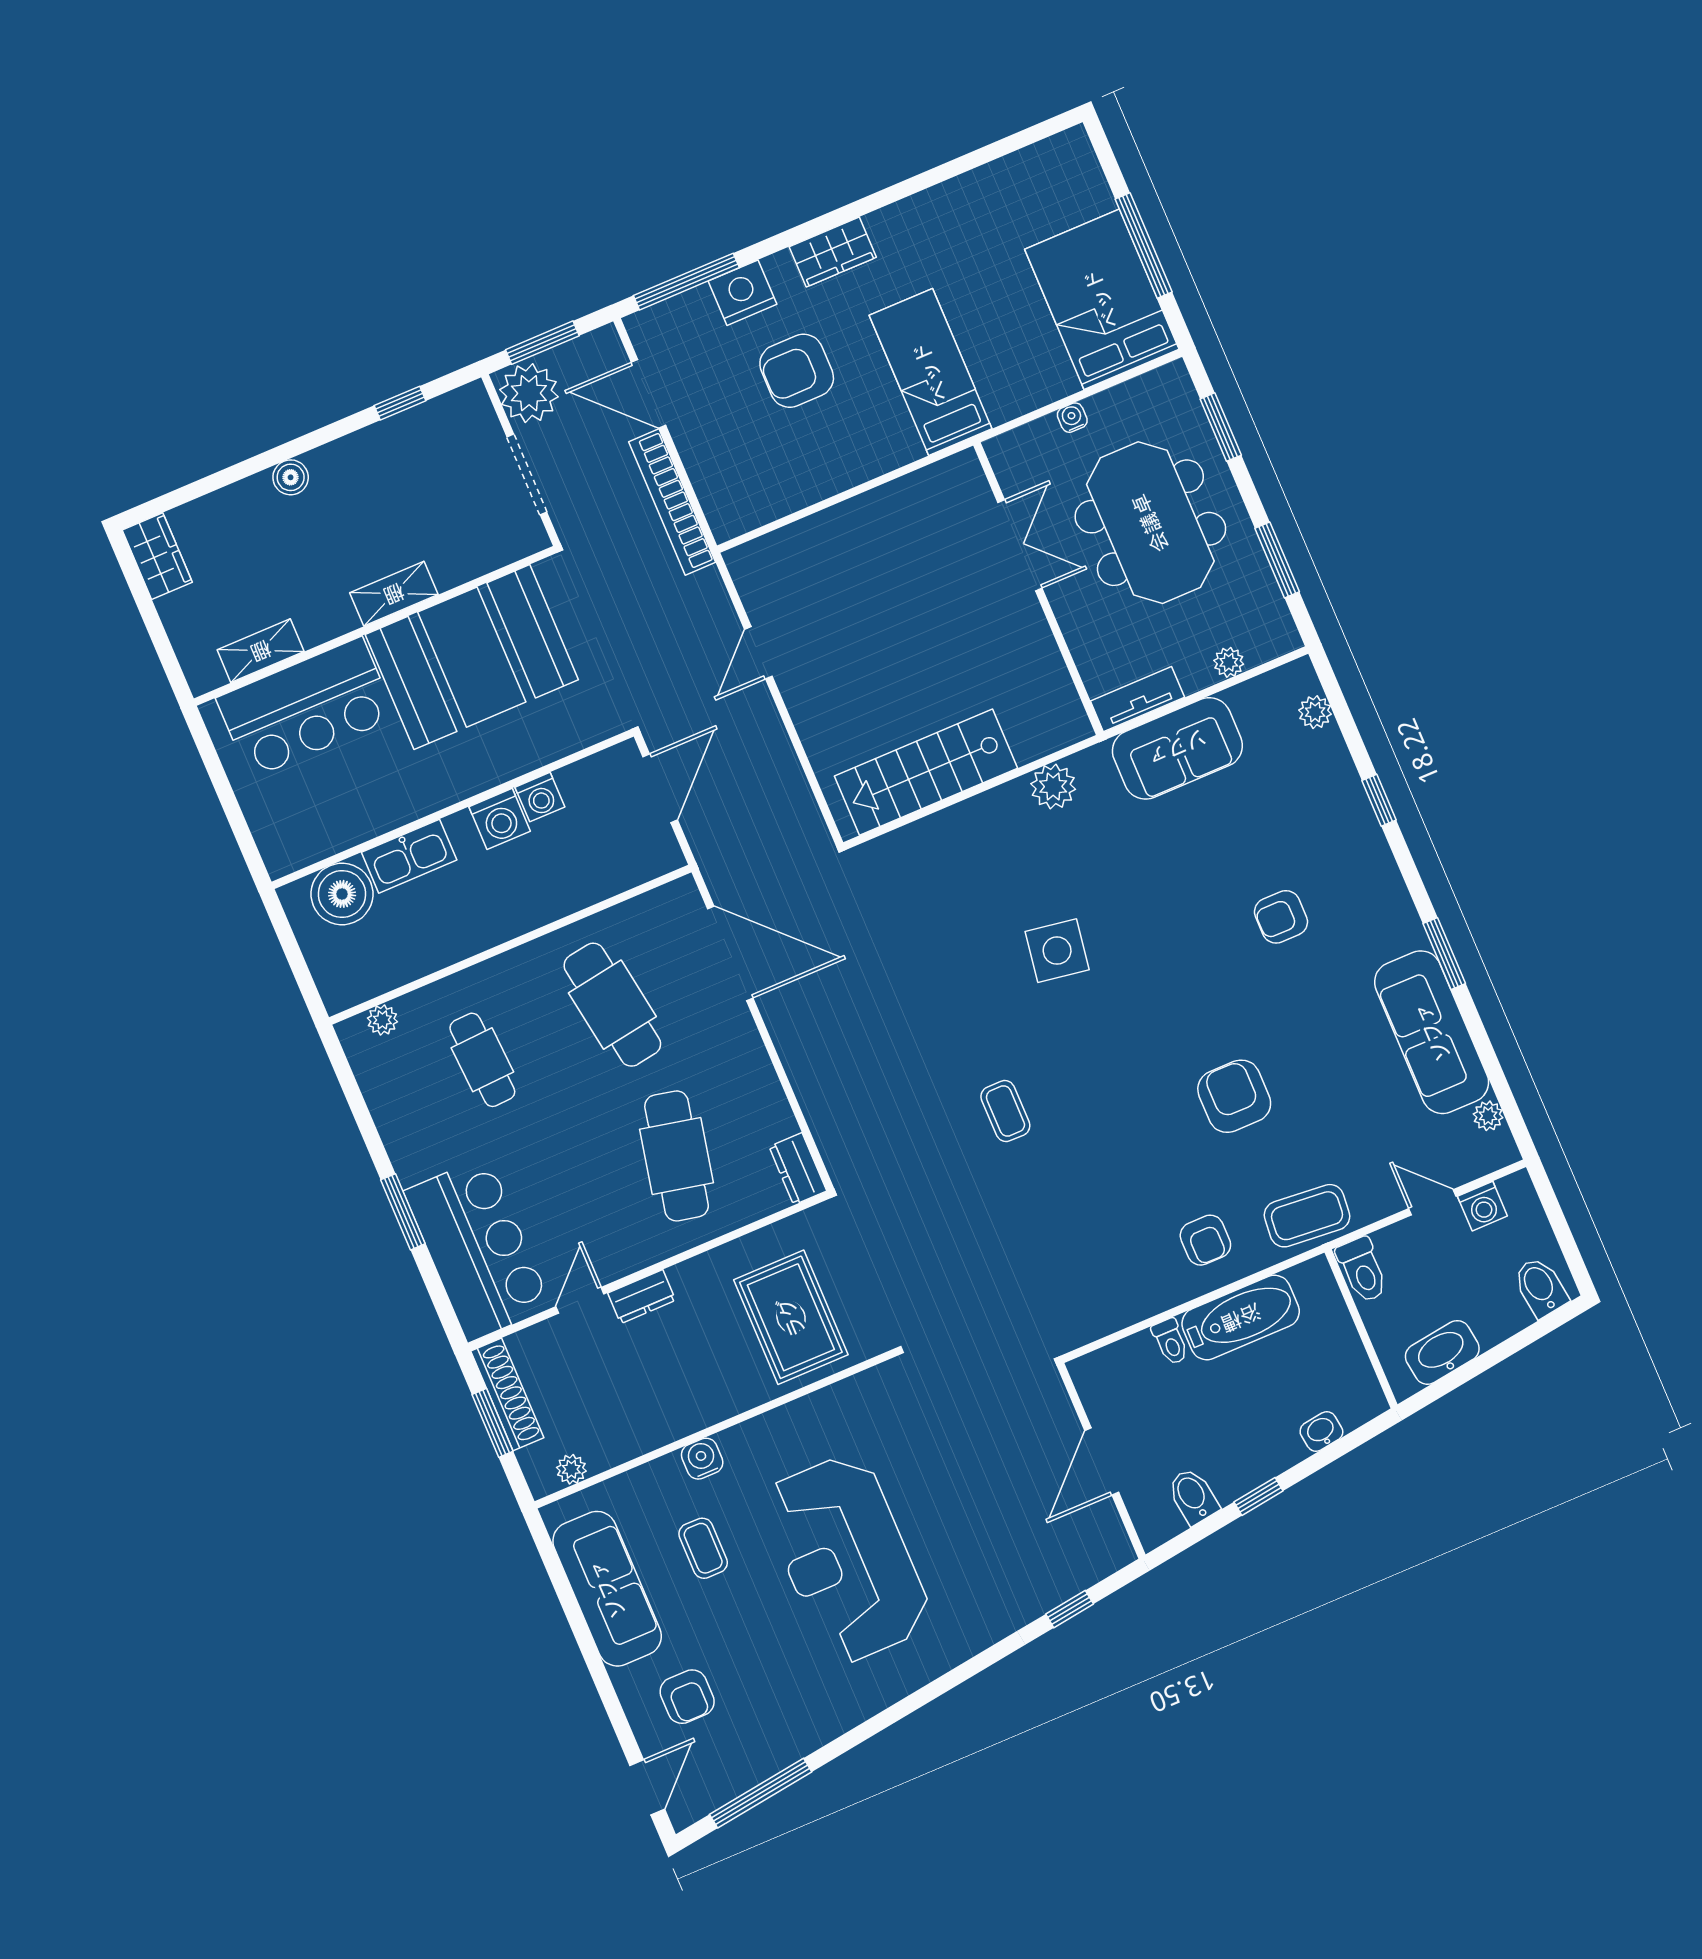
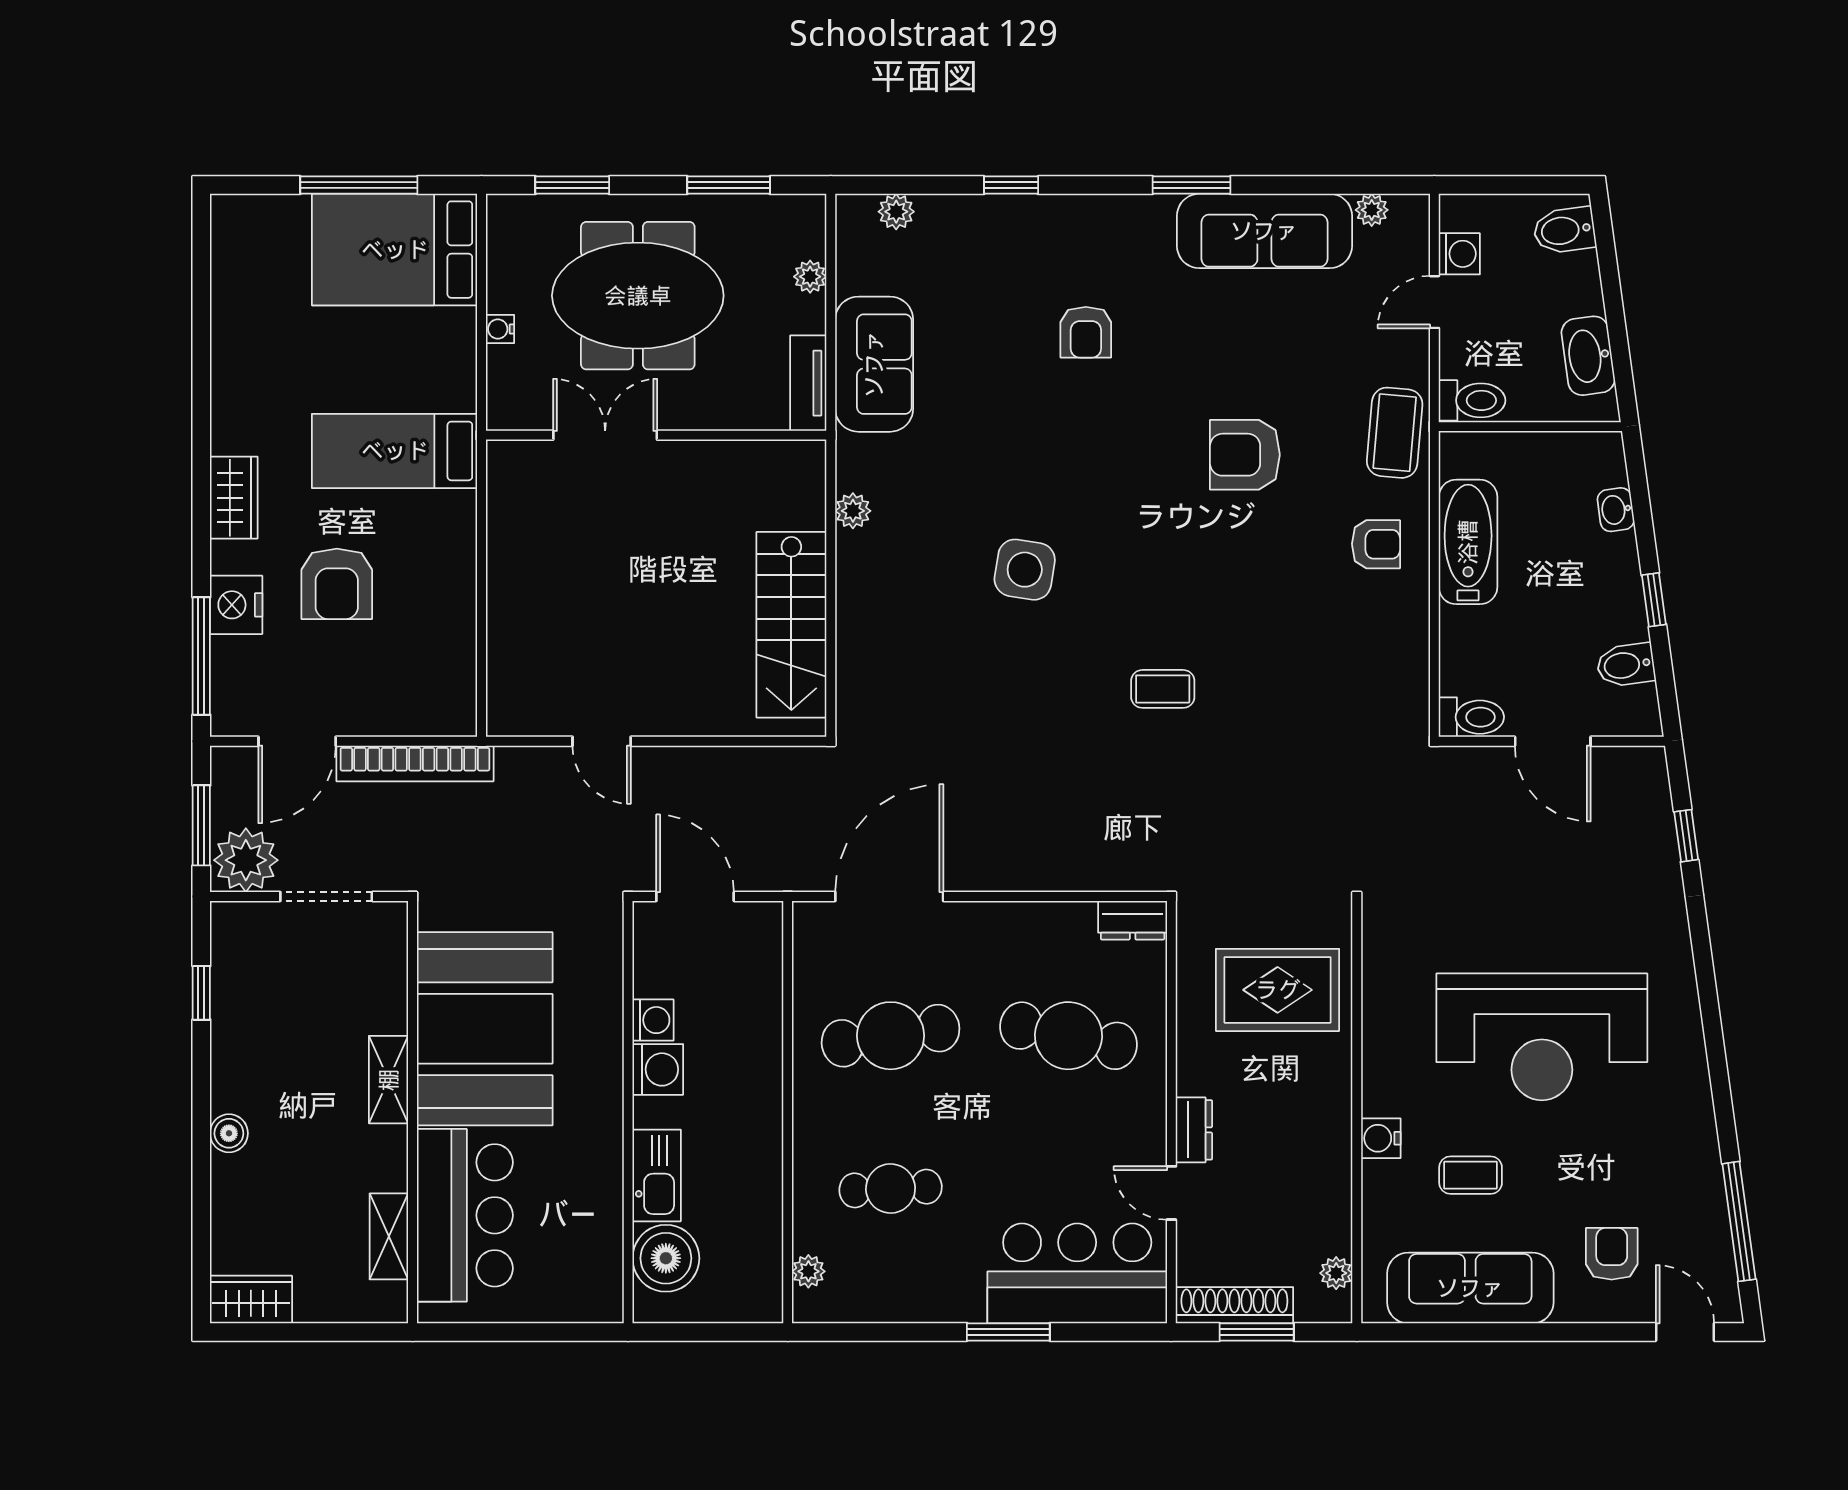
plant: (1053, 787) -> (853, 511), width x0.73, depth x0.73
toilet: (1170, 1342) -> (1471, 717), moved, width x1.37, depth x1.39
armchair: (687, 1697) -> (1612, 1254), turned -90

